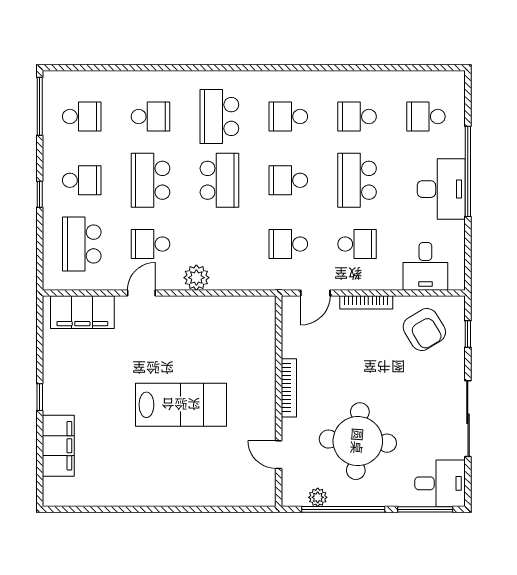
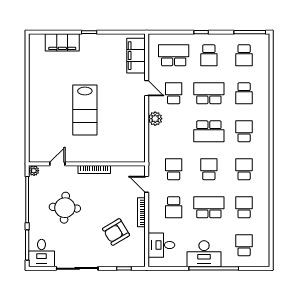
school desk: (219, 117) -> (244, 131), width x0.54
armchair: (424, 330) -> (116, 232), moved
round table: (358, 441) -> (65, 208), width x0.73, depth x0.73
plant: (318, 497) -> (34, 171), moved

